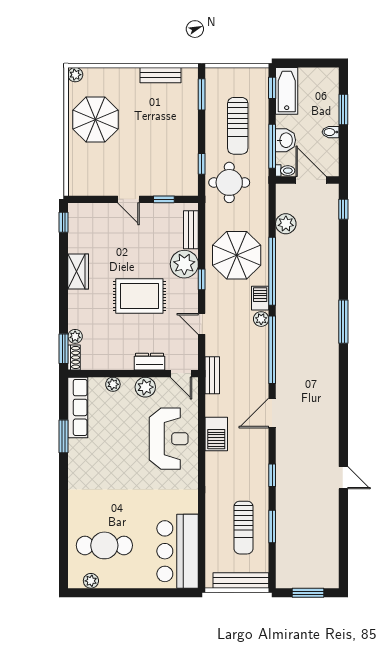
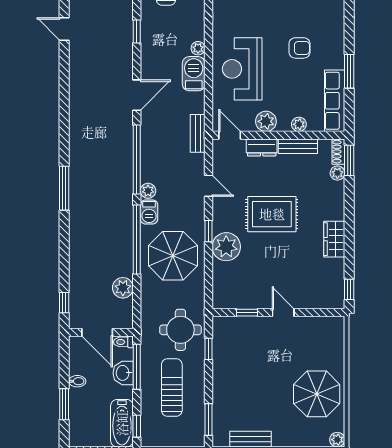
bench: (191, 230) -> (298, 146), moved, turned 90
armchair: (112, 459) -> (299, 48), added
plant: (212, 459) -> (198, 48), added

